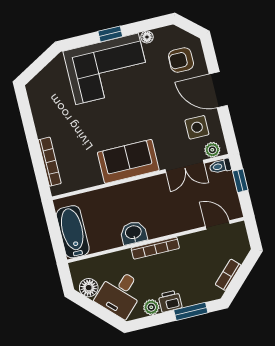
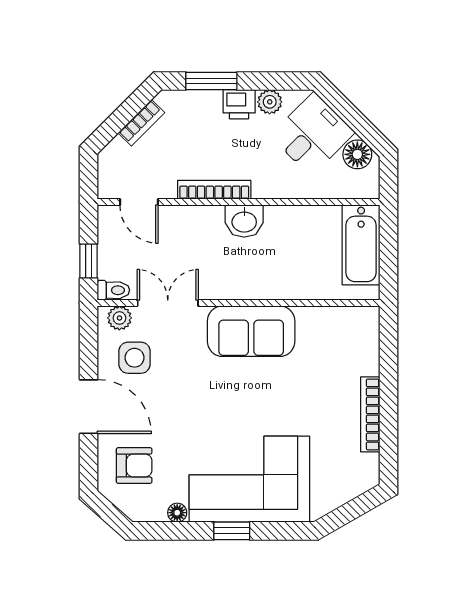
bookcase: (50, 162) -> (370, 414), moved
washbasin: (133, 233) -> (244, 221), moved
bookcase: (155, 248) -> (214, 190), moved

